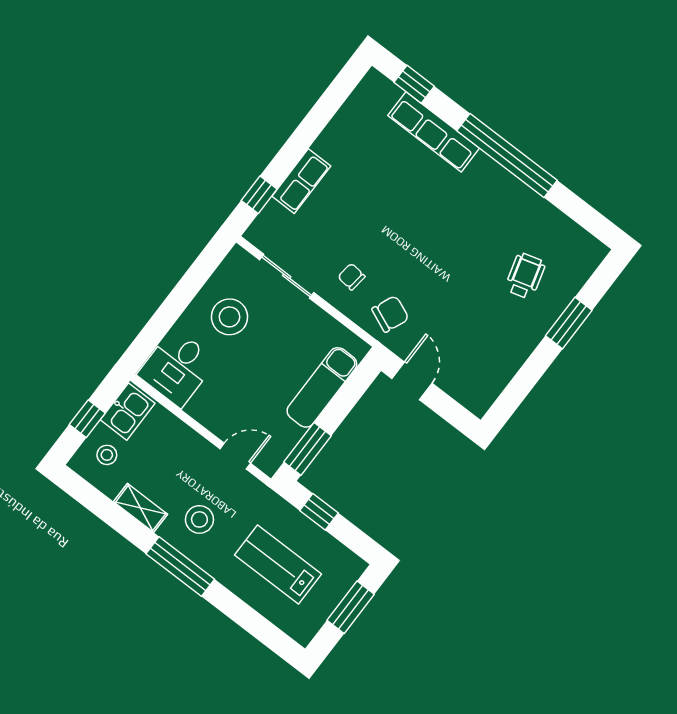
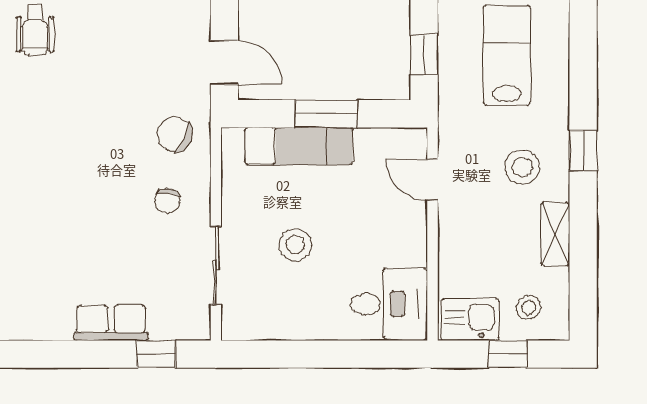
wheelchair: (525, 276) -> (35, 30), turned -74
stool: (230, 317) -> (295, 245), moved, width x0.73, depth x0.73
door: (412, 381) -> (224, 62), swing flipped
window: (308, 449) -> (326, 114), moved
lab bench: (278, 564) -> (507, 55), turned 180
window: (180, 567) -> (583, 150), width x0.46

